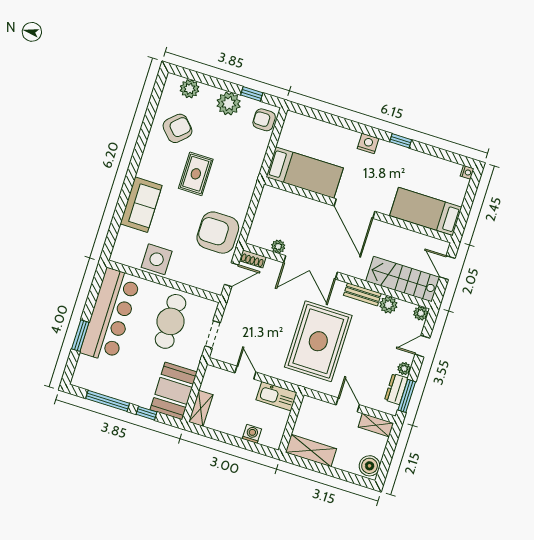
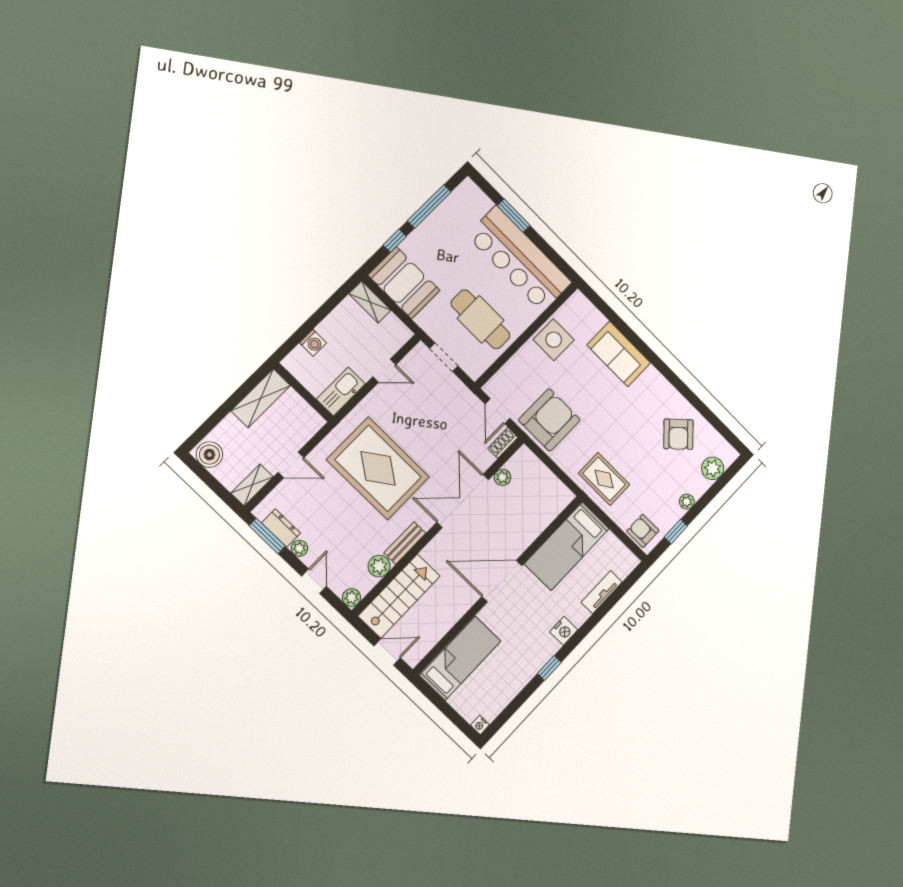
plant: (229, 104) -> (687, 502), width x0.53, depth x0.53
armchair: (264, 120) -> (643, 531), turned -90
tv unit: (325, 129) -> (602, 592), added
rug: (196, 174) -> (604, 479), moved

